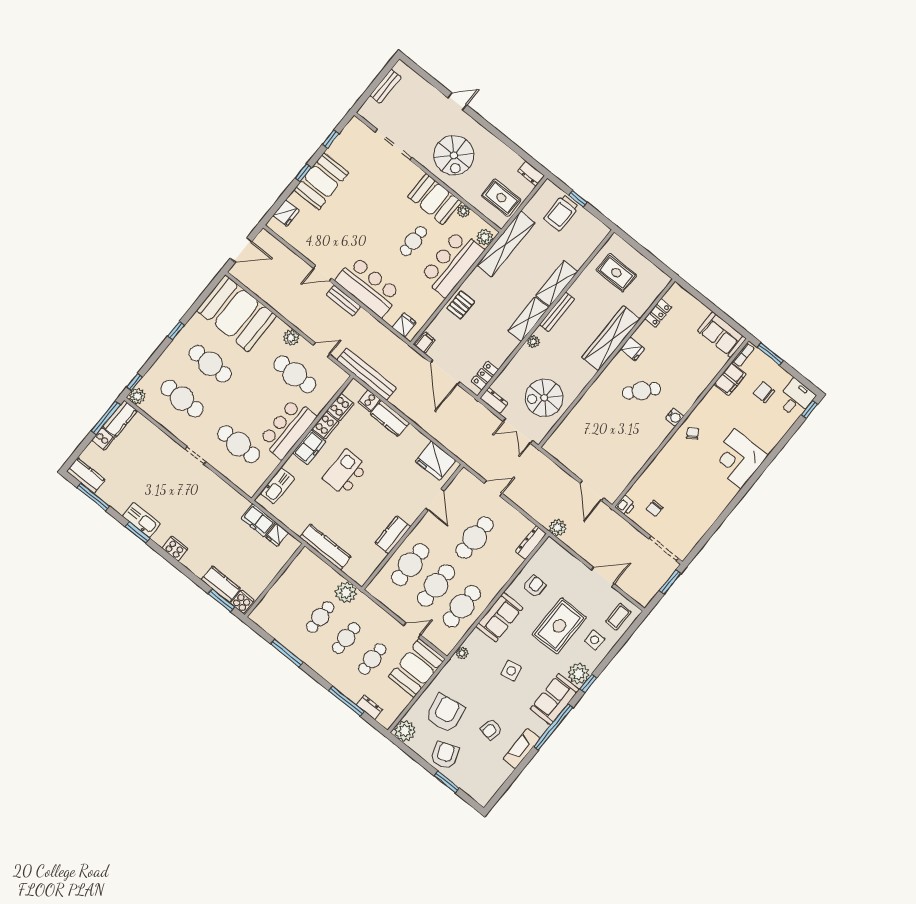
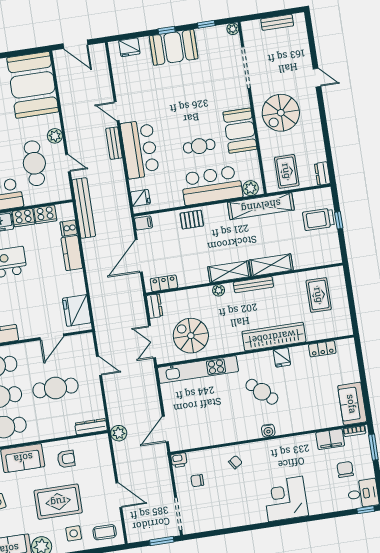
plant: (463, 211) -> (233, 29), moved
kitchen unit: (574, 420) -> (198, 370), added
chair: (693, 433) -> (235, 462), moved

